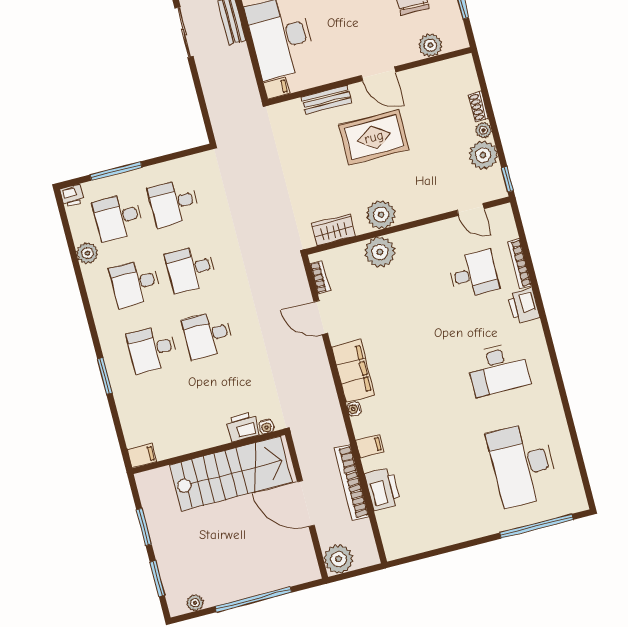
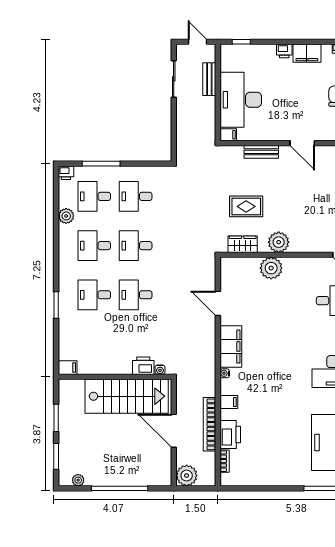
rug: (374, 137) -> (246, 206), moved, width x0.73, depth x0.70
bookcase: (320, 277) -> (225, 461), moved

